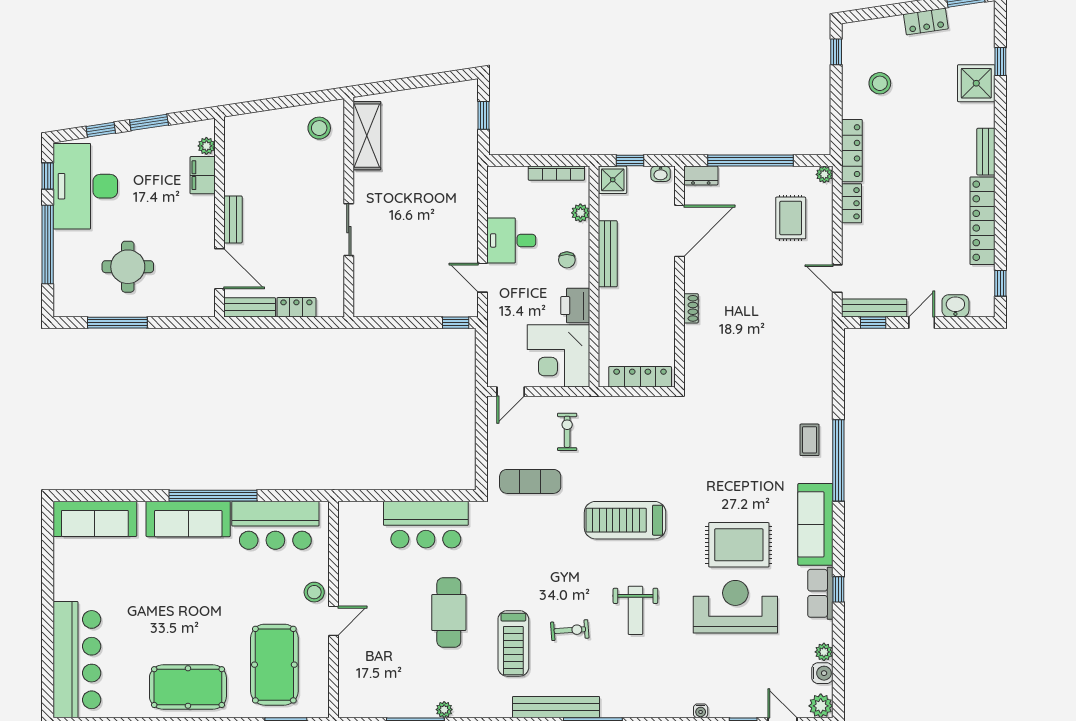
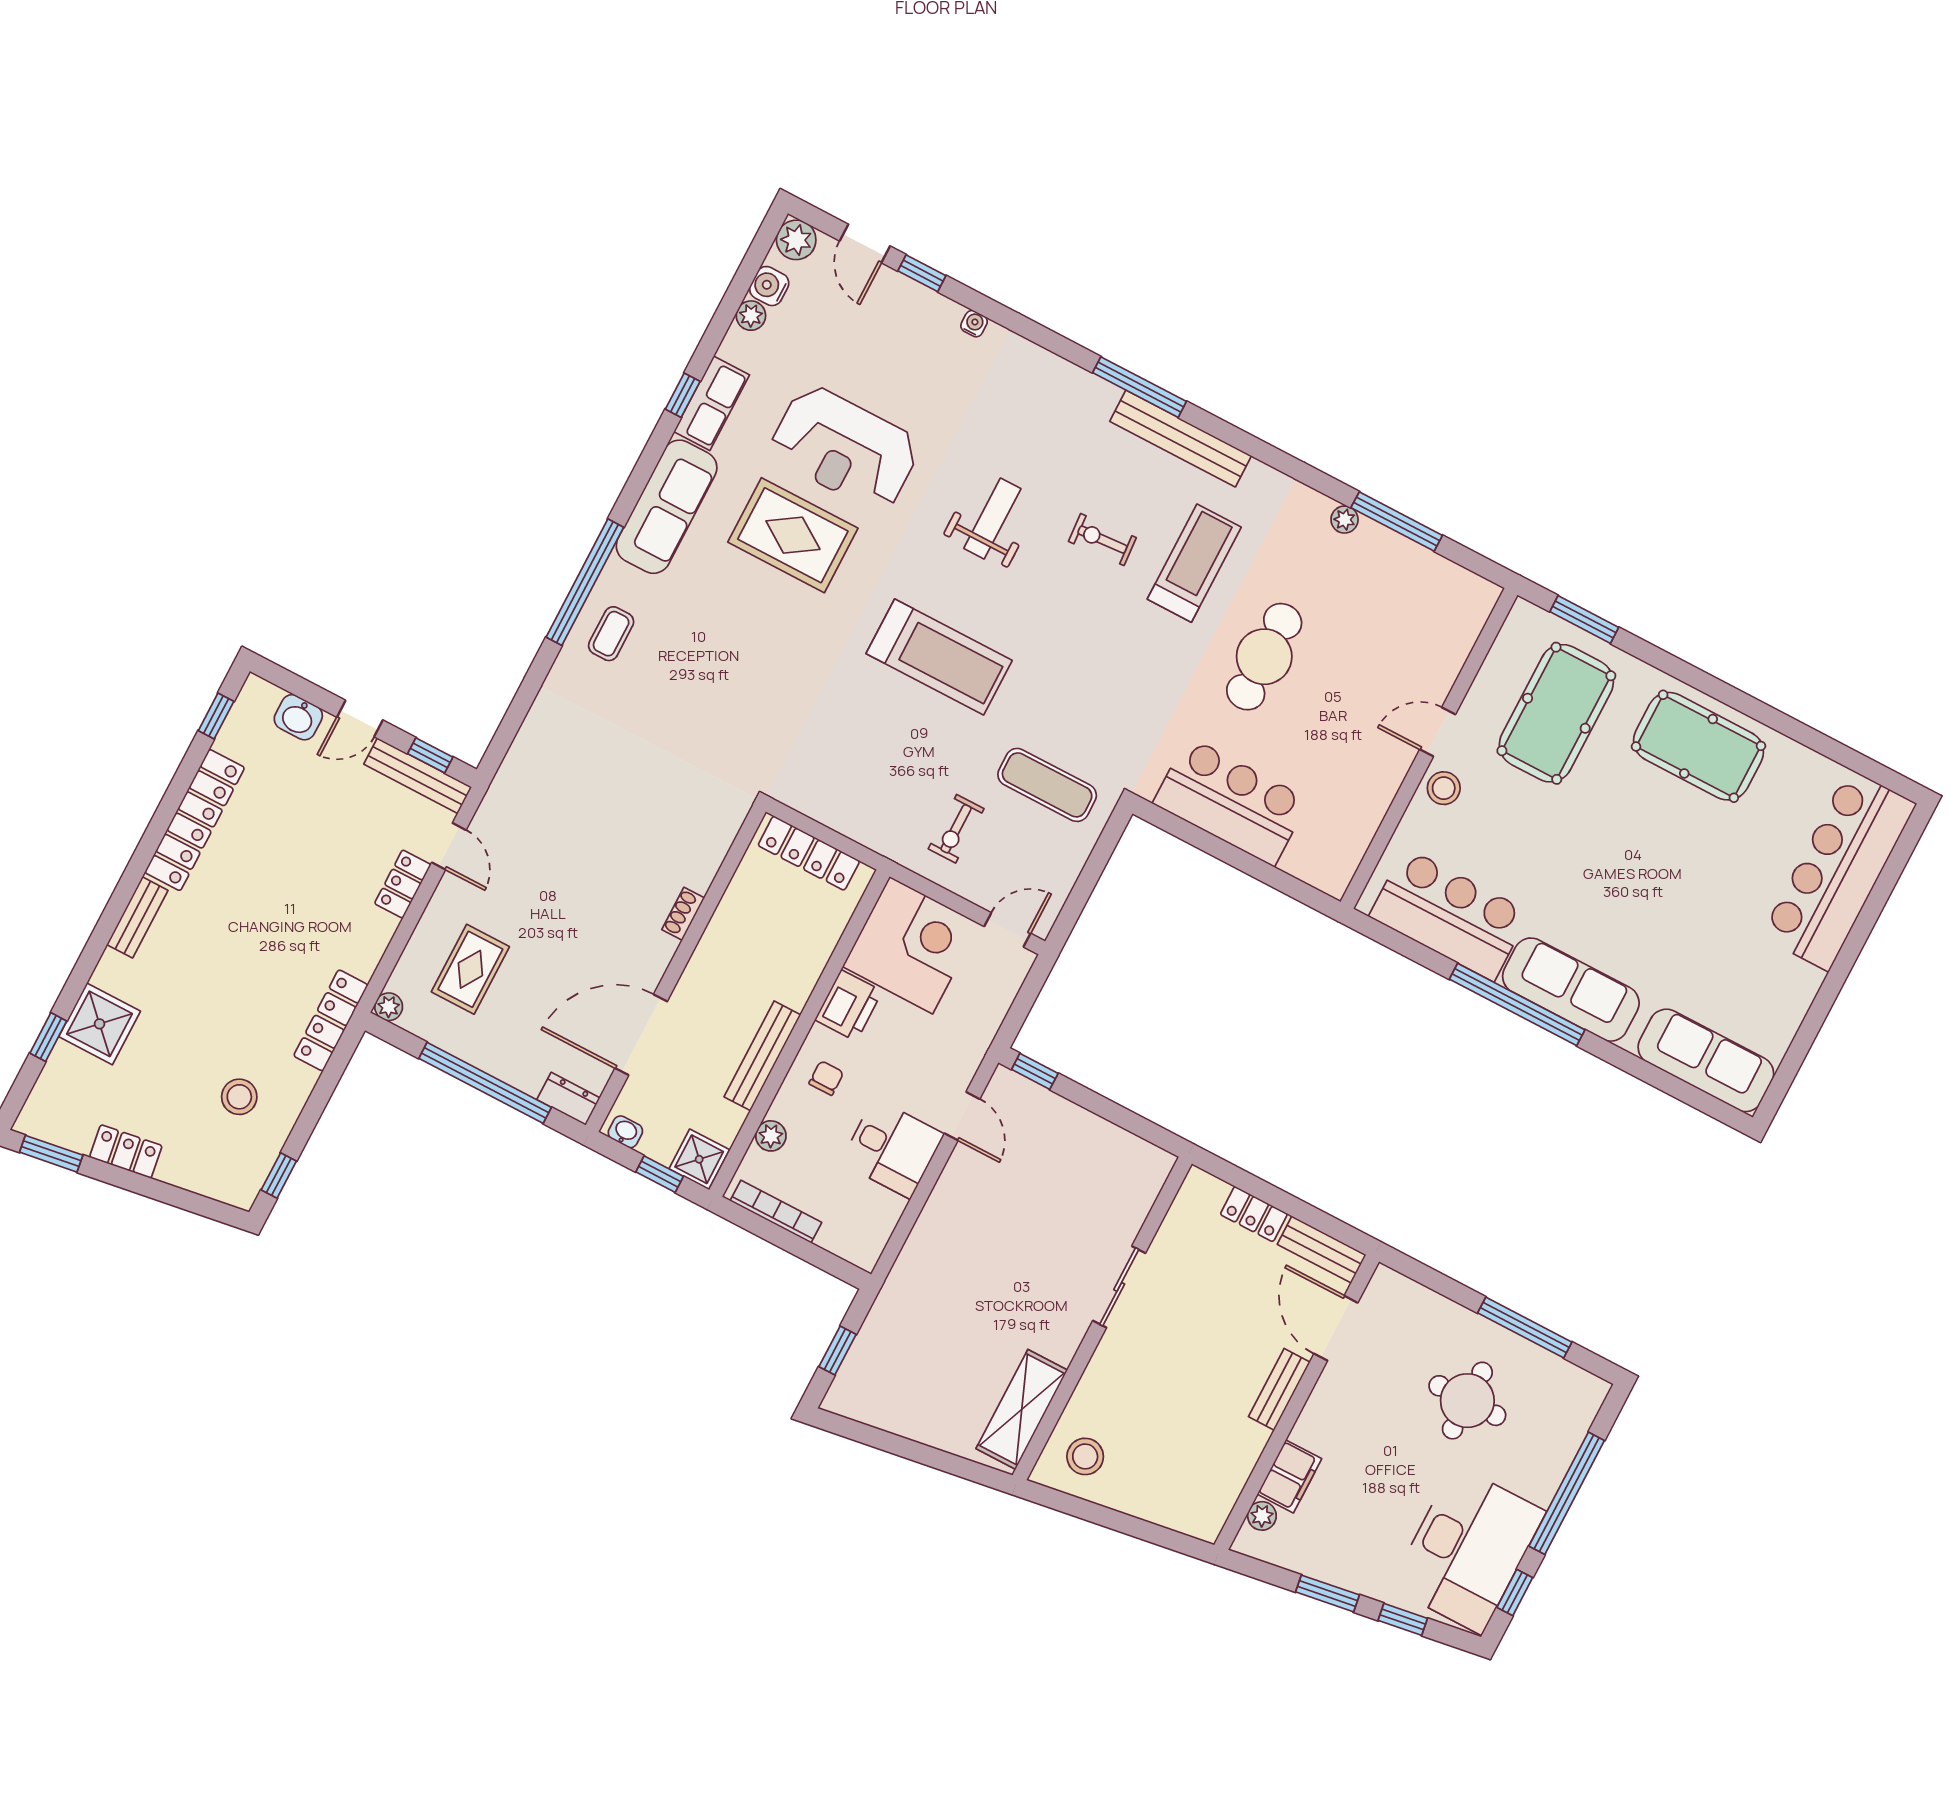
locker: (852, 203) -> (403, 884), moved

